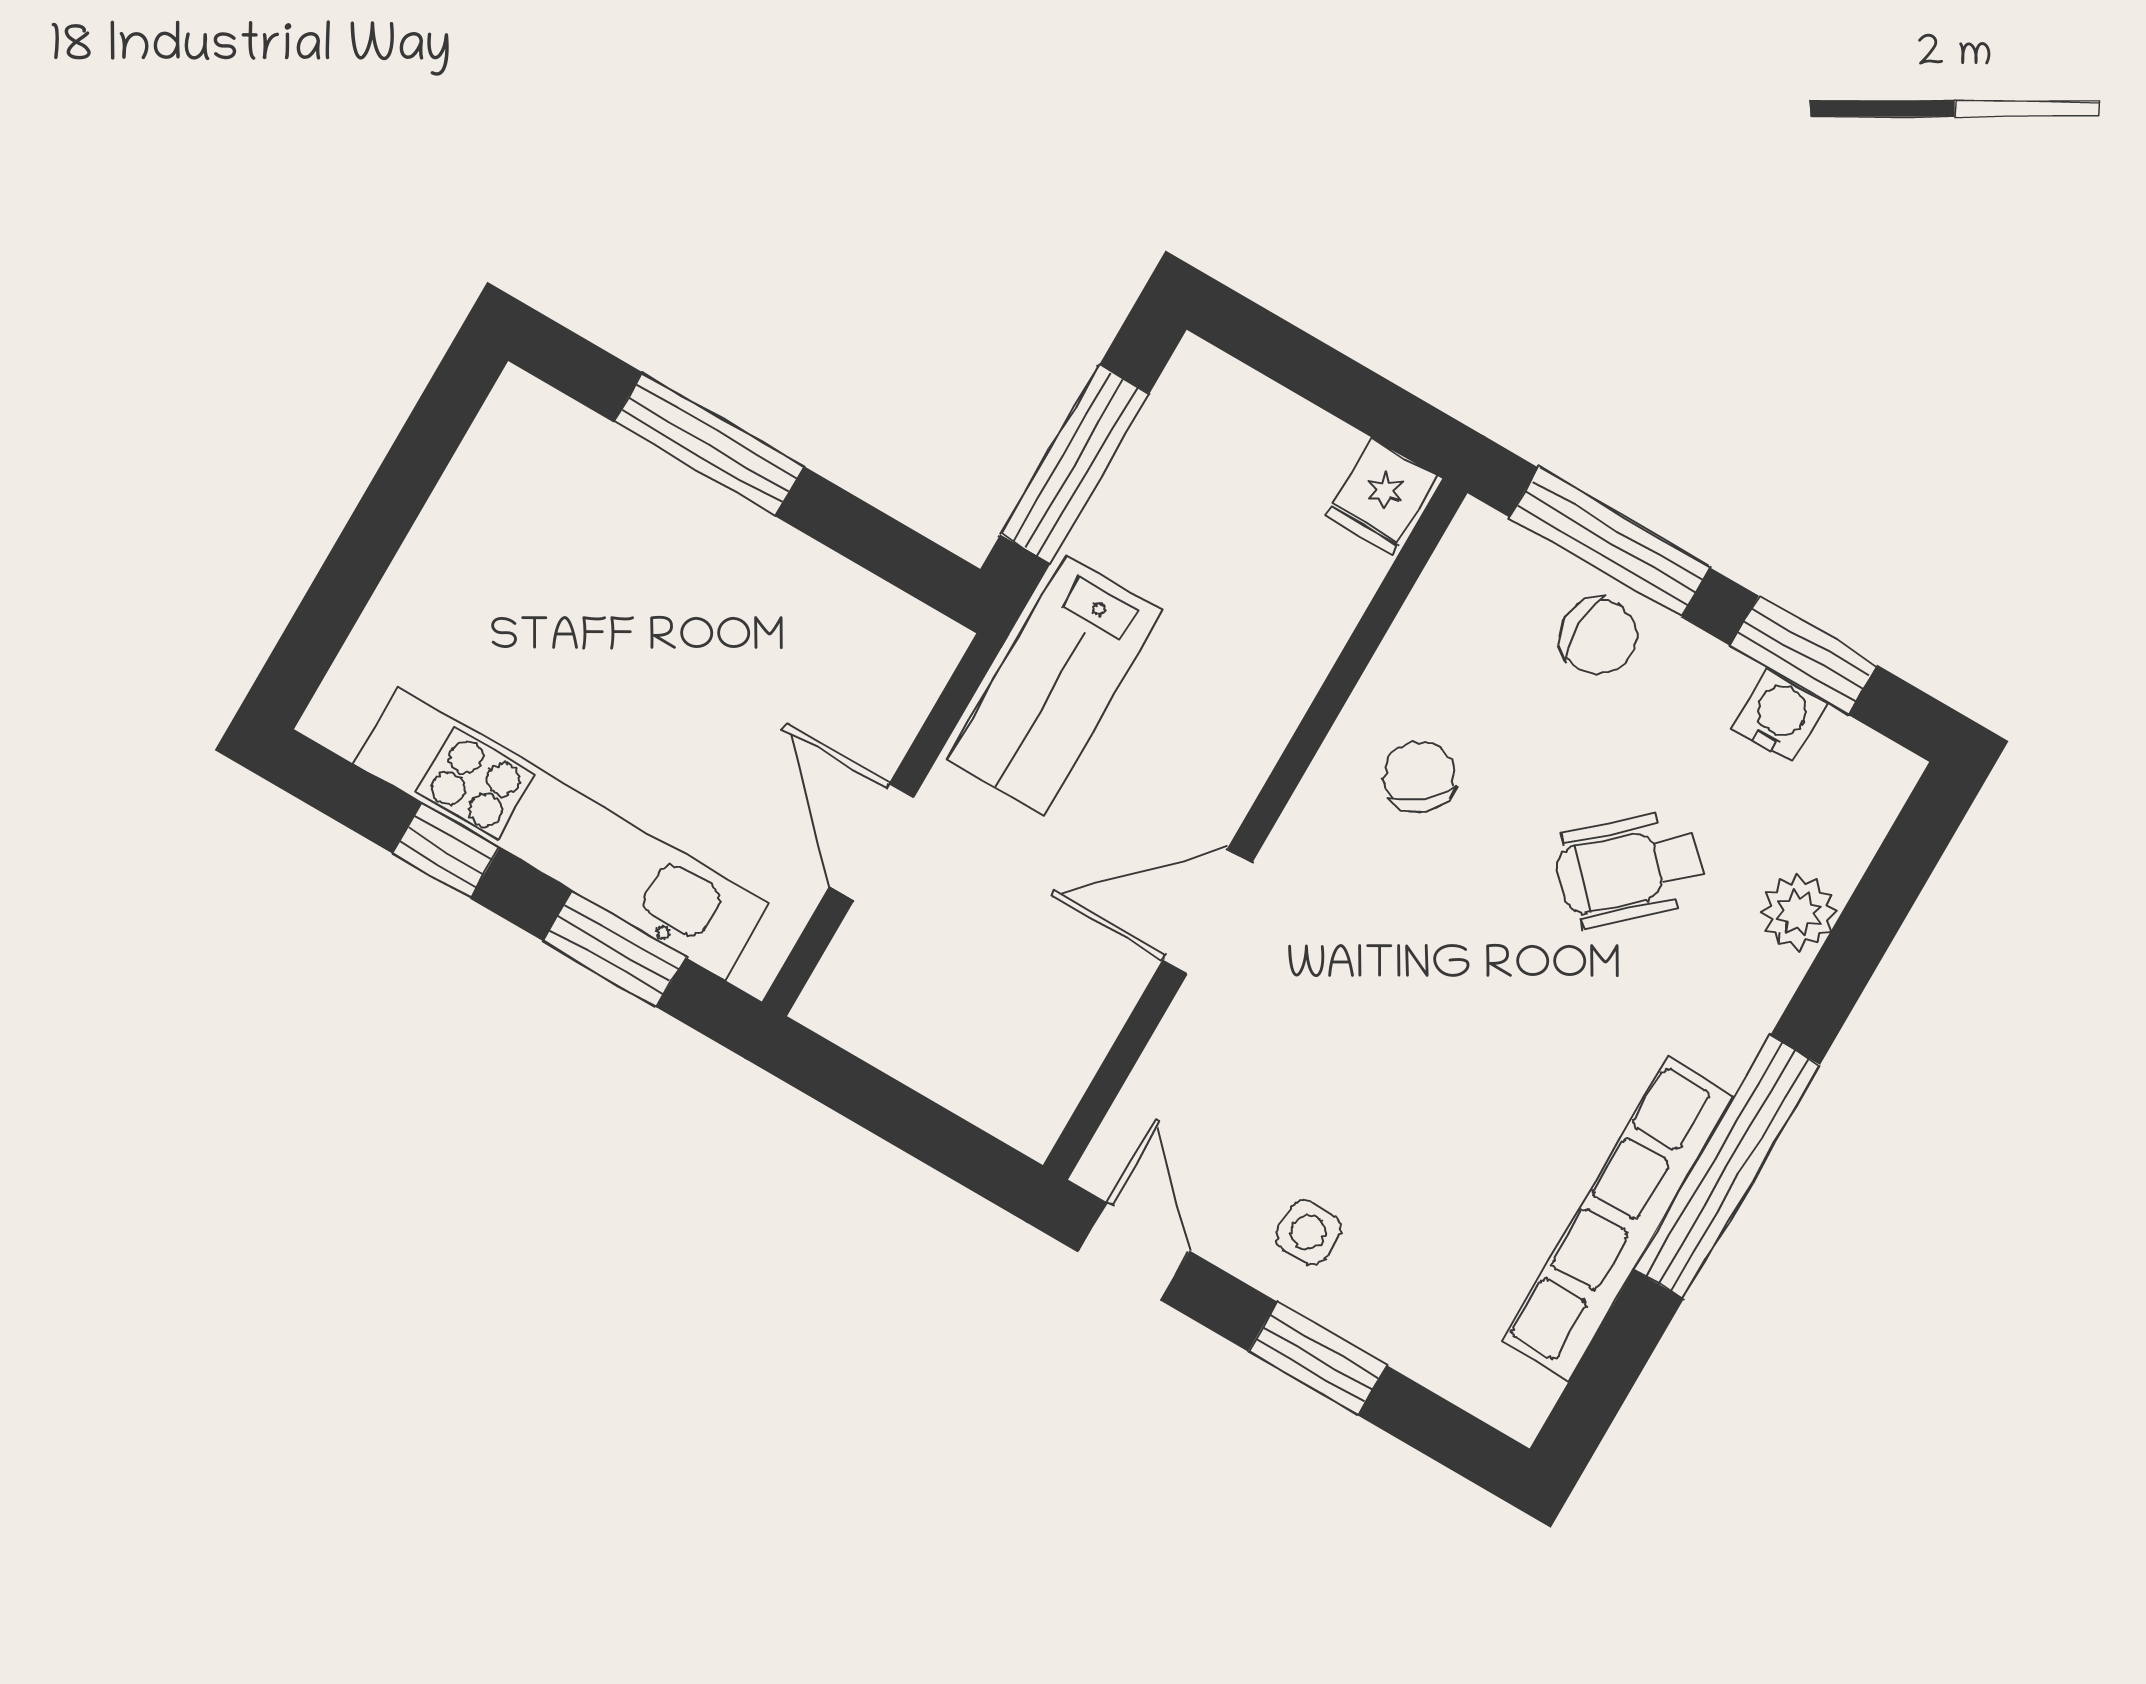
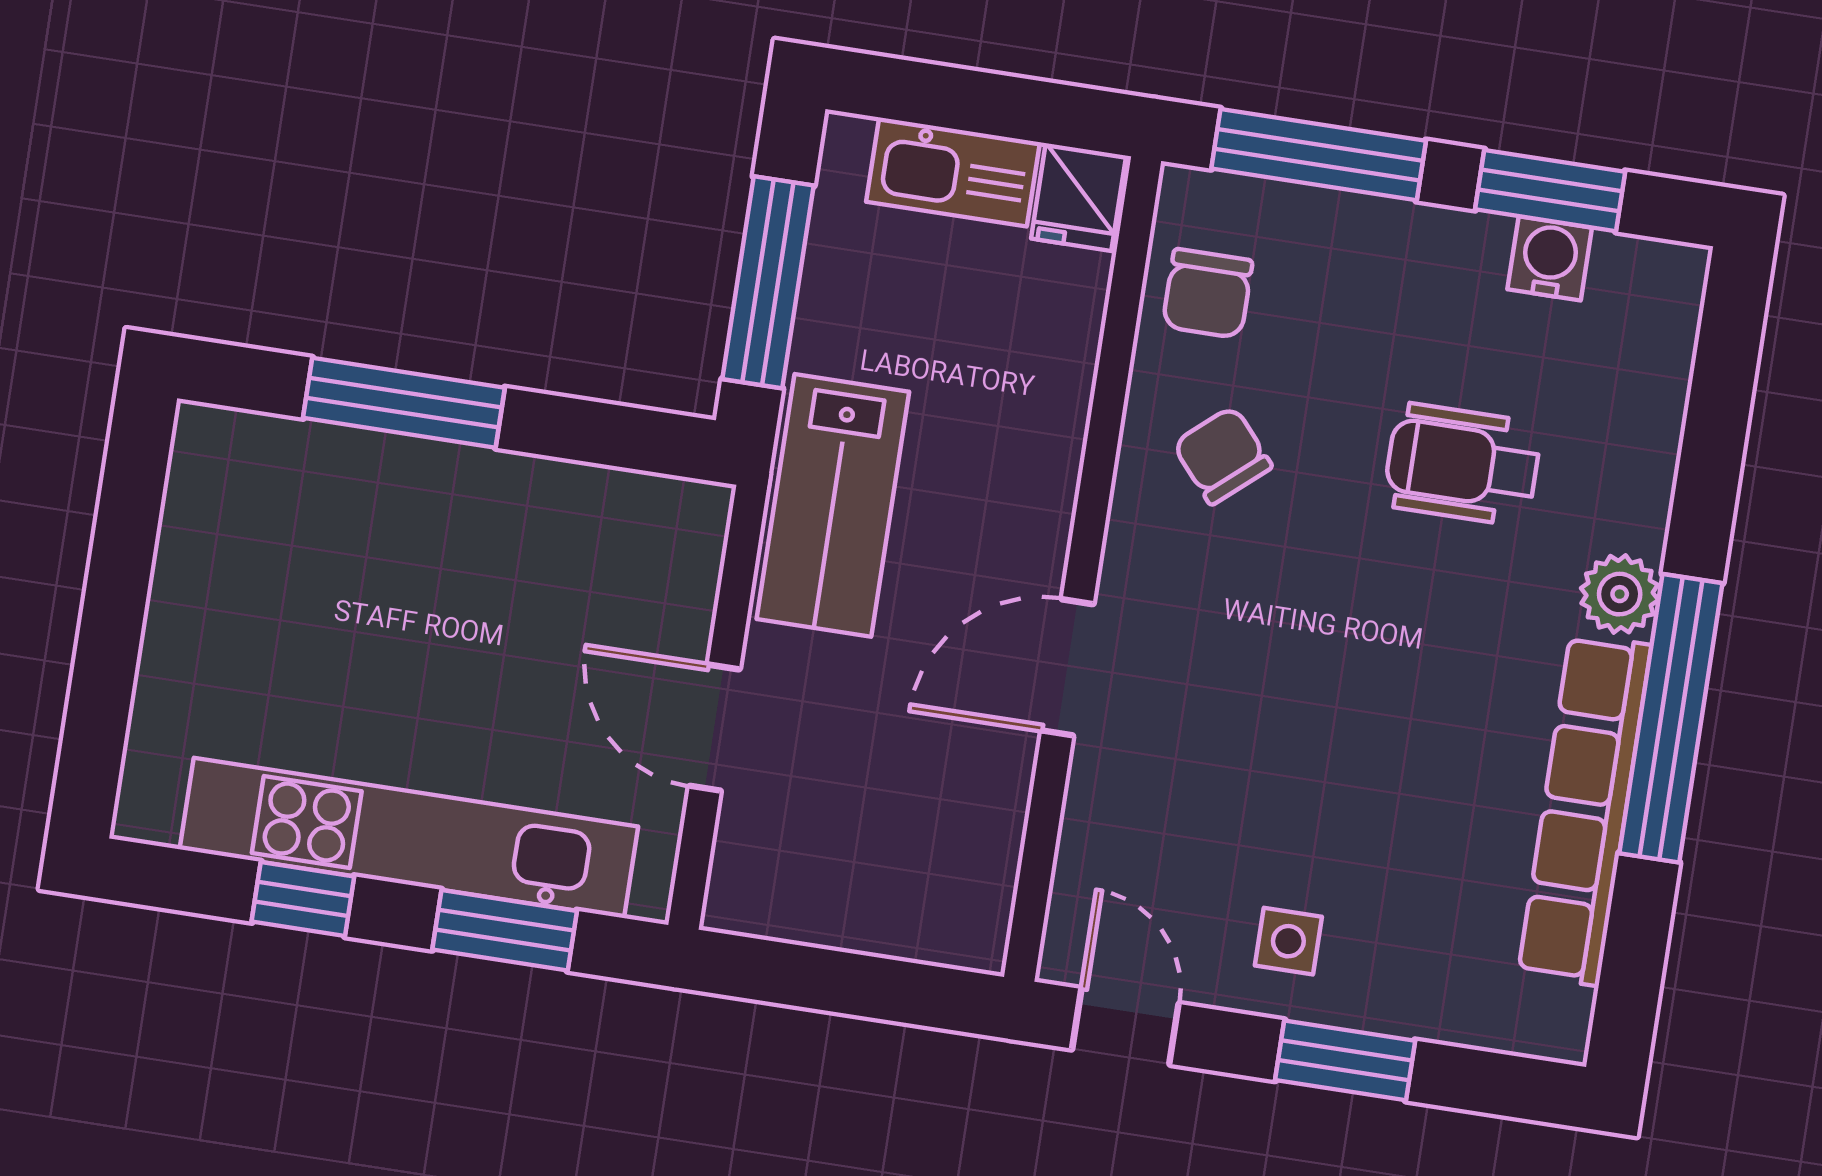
kitchen sink: (1278, 430) -> (953, 172), added
chair: (1599, 636) -> (1207, 293), moved, turned 90
wheelchair: (1630, 869) -> (1463, 464), turned 43
plant: (1798, 912) -> (1620, 594), moved

